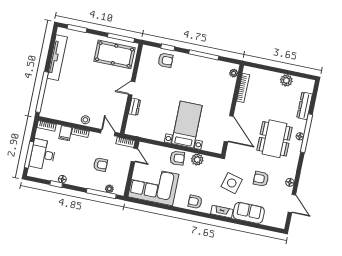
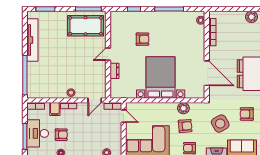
armchair: (165, 60) -> (142, 39), moved
bed with nightstands: (187, 125) -> (161, 77), width x1.36
door: (108, 133) -> (95, 100), swing flipped
armchair: (177, 158) -> (185, 126), moved
armchair: (100, 165) -> (61, 135), moved
side table: (232, 183) -> (220, 124), turned 45

